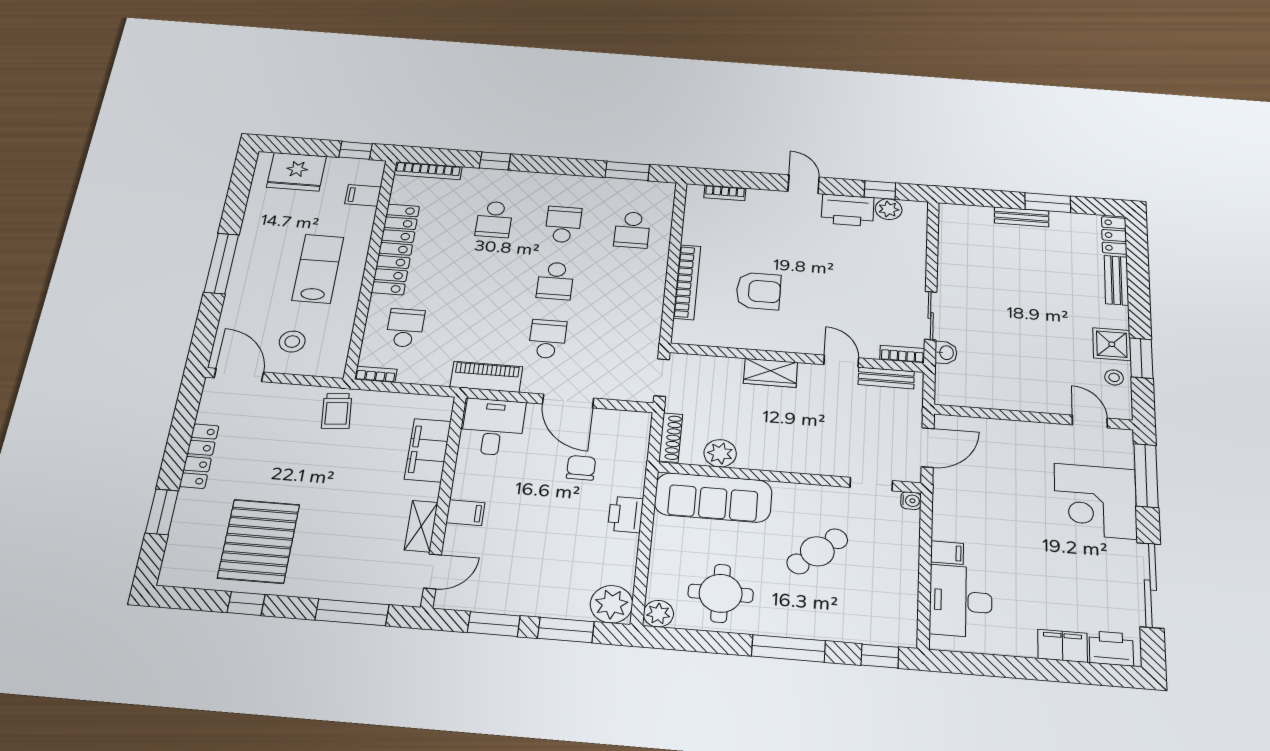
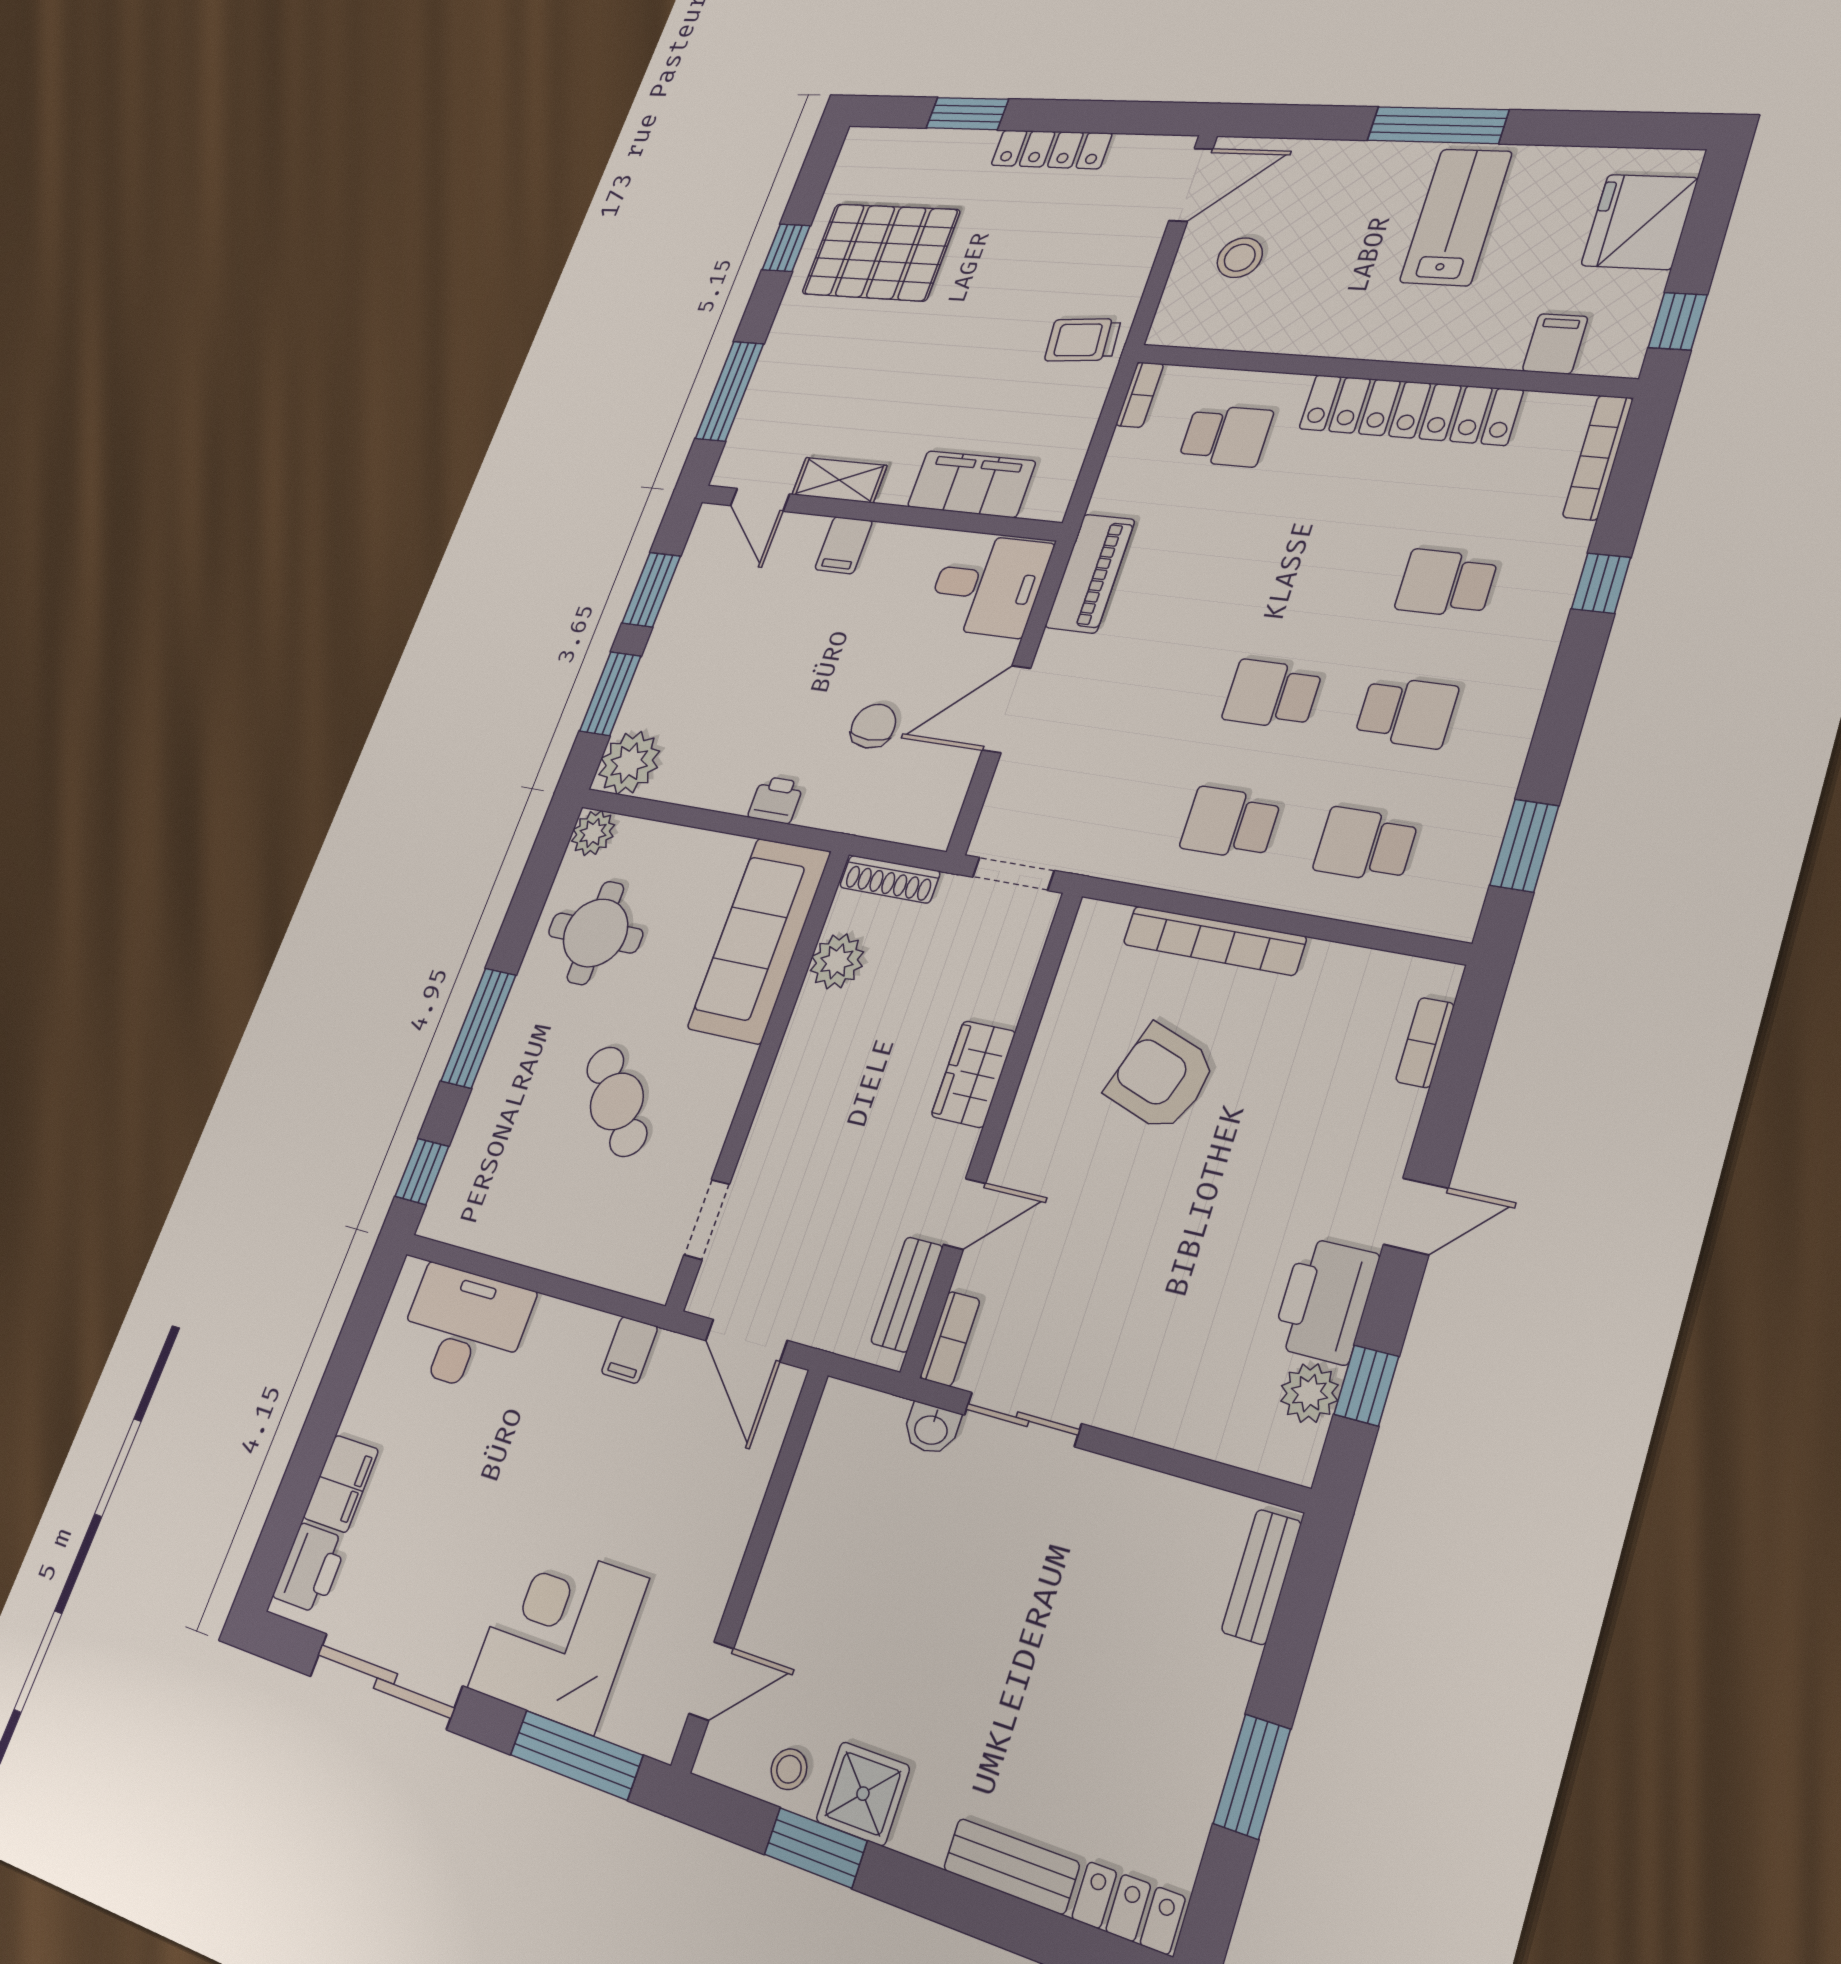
bench: (1022, 217) -> (1261, 1577), moved
lab bench: (318, 269) -> (1456, 217), moved, turned -90
armchair: (758, 291) -> (1161, 1078), turned 109
school desk: (547, 339) -> (1230, 823), moved, turned 180
chair: (581, 468) -> (873, 726), turned -90
water cooler: (911, 501) -> (657, 1284), removed
printer: (626, 514) -> (776, 800), width x0.73, depth x0.81
filing cabinet: (947, 553) -> (630, 1350), moved

